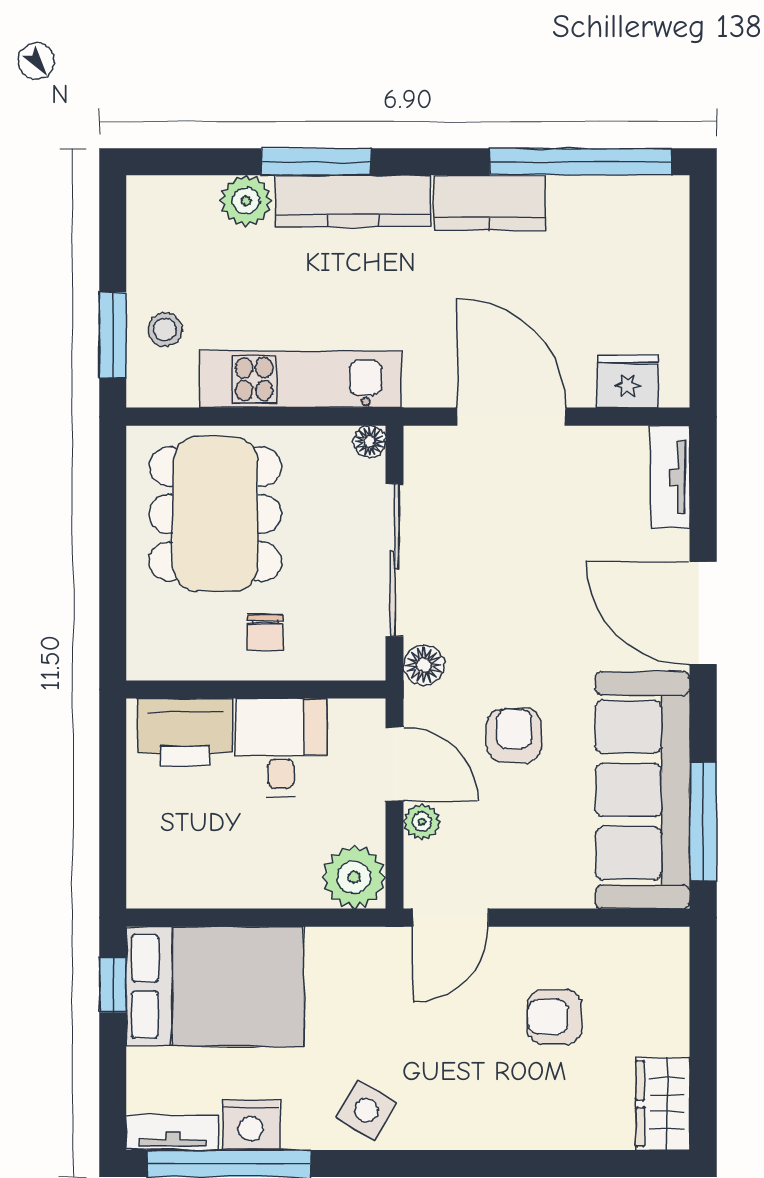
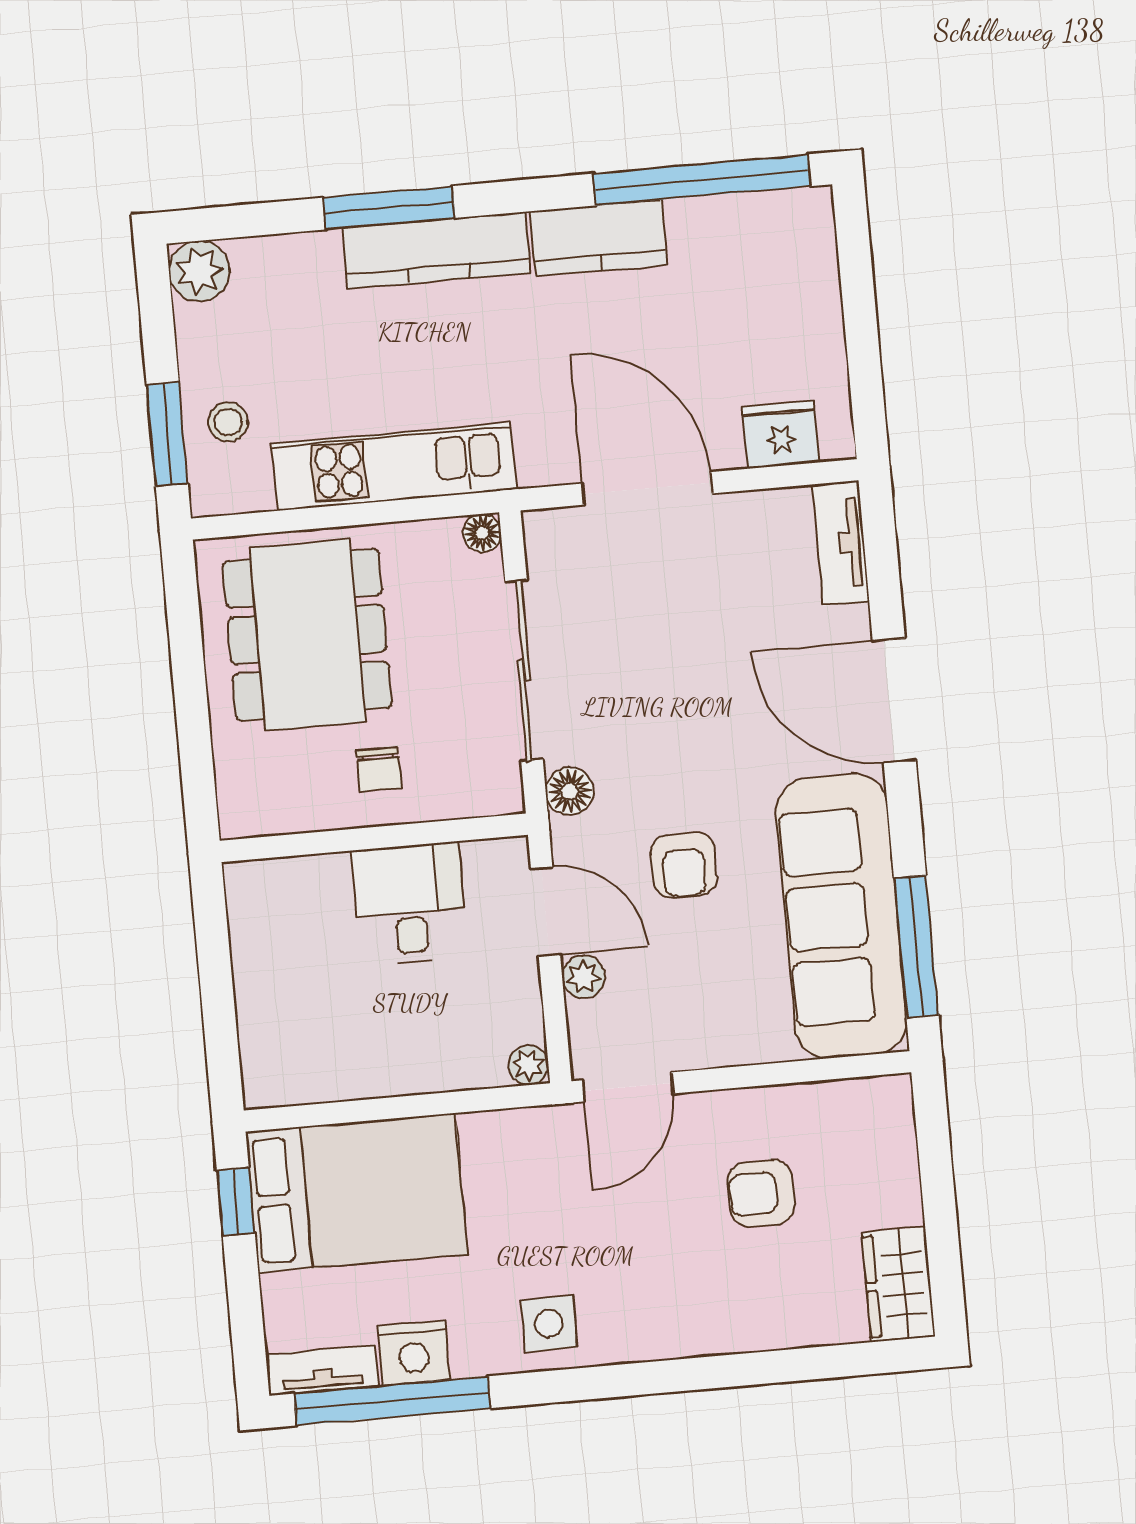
plant: (246, 201) -> (199, 271), moved
printer: (185, 732) -> (294, 896), removed
armchair: (514, 735) -> (684, 865), turned 180
plant: (354, 877) -> (529, 1065), width x0.53, depth x0.53
side table: (367, 1110) -> (549, 1324), turned -31

